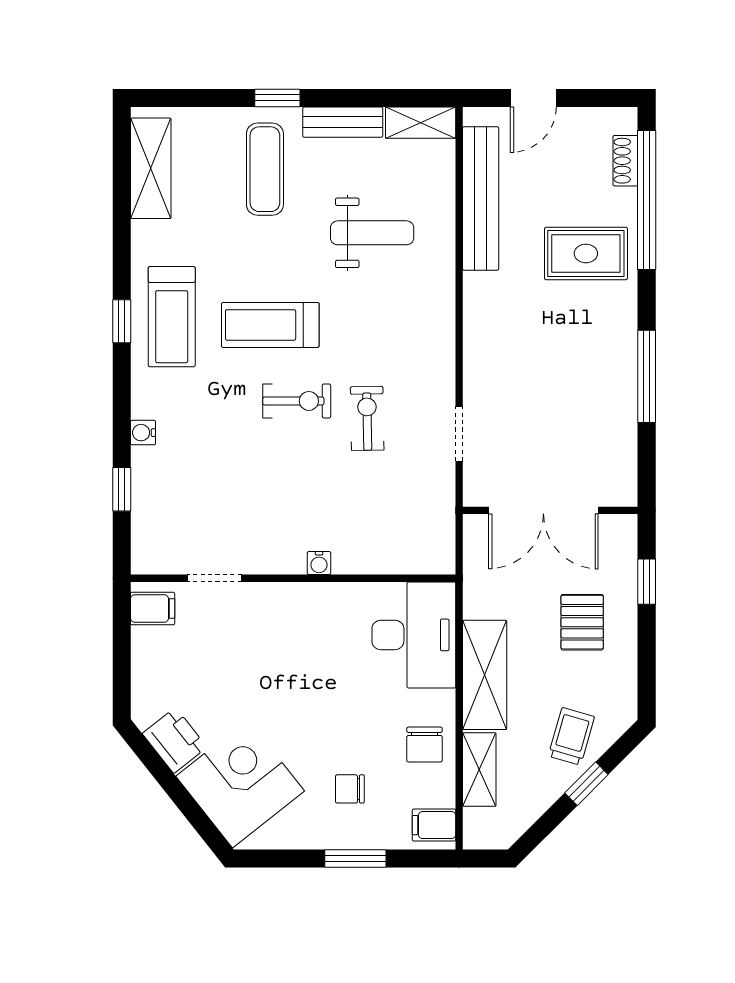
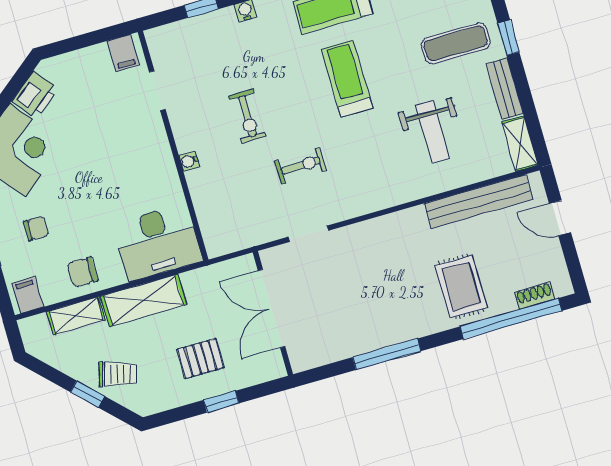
exercise bike: (297, 401) -> (247, 116), moved
window: (647, 582) -> (221, 402), moved
chair: (350, 789) -> (36, 228), turned 90

